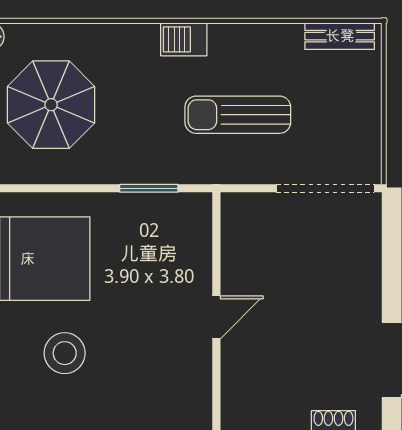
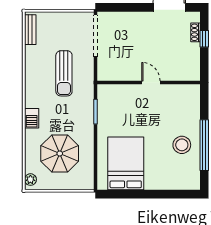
barbecue: (184, 39) -> (32, 118), moved
stool: (65, 353) -> (182, 145), moved

